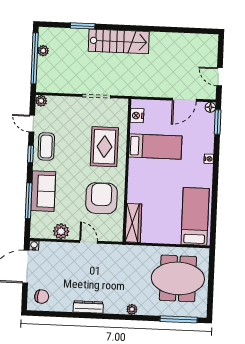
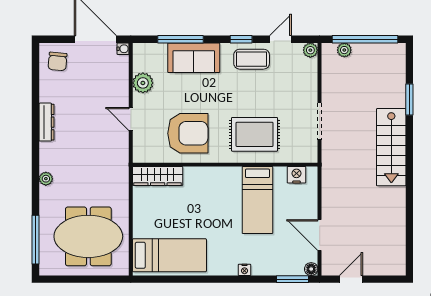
plant: (43, 51) -> (344, 50), moved
door: (89, 242) -> (131, 119), swing flipped
meeting table: (178, 278) -> (88, 236), turned 90

